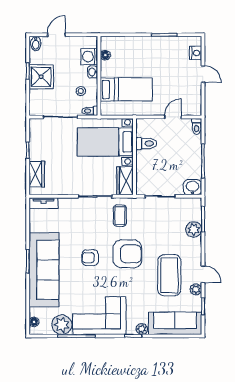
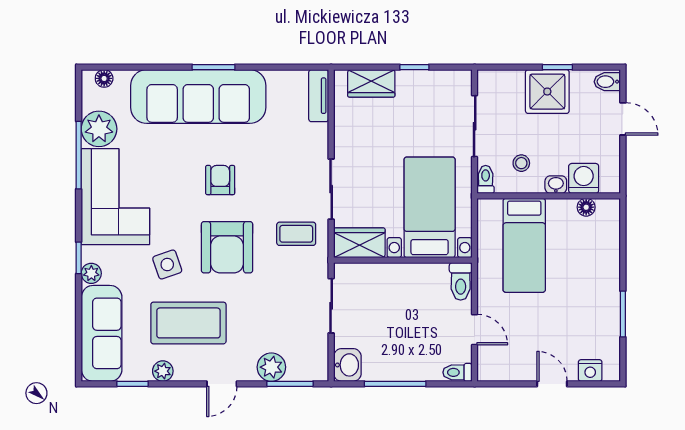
door: (203, 74) -> (552, 384), swing flipped
toilet: (146, 143) -> (461, 281), moved
door: (203, 274) -> (222, 384), moved
side table: (137, 287) -> (167, 265), added

